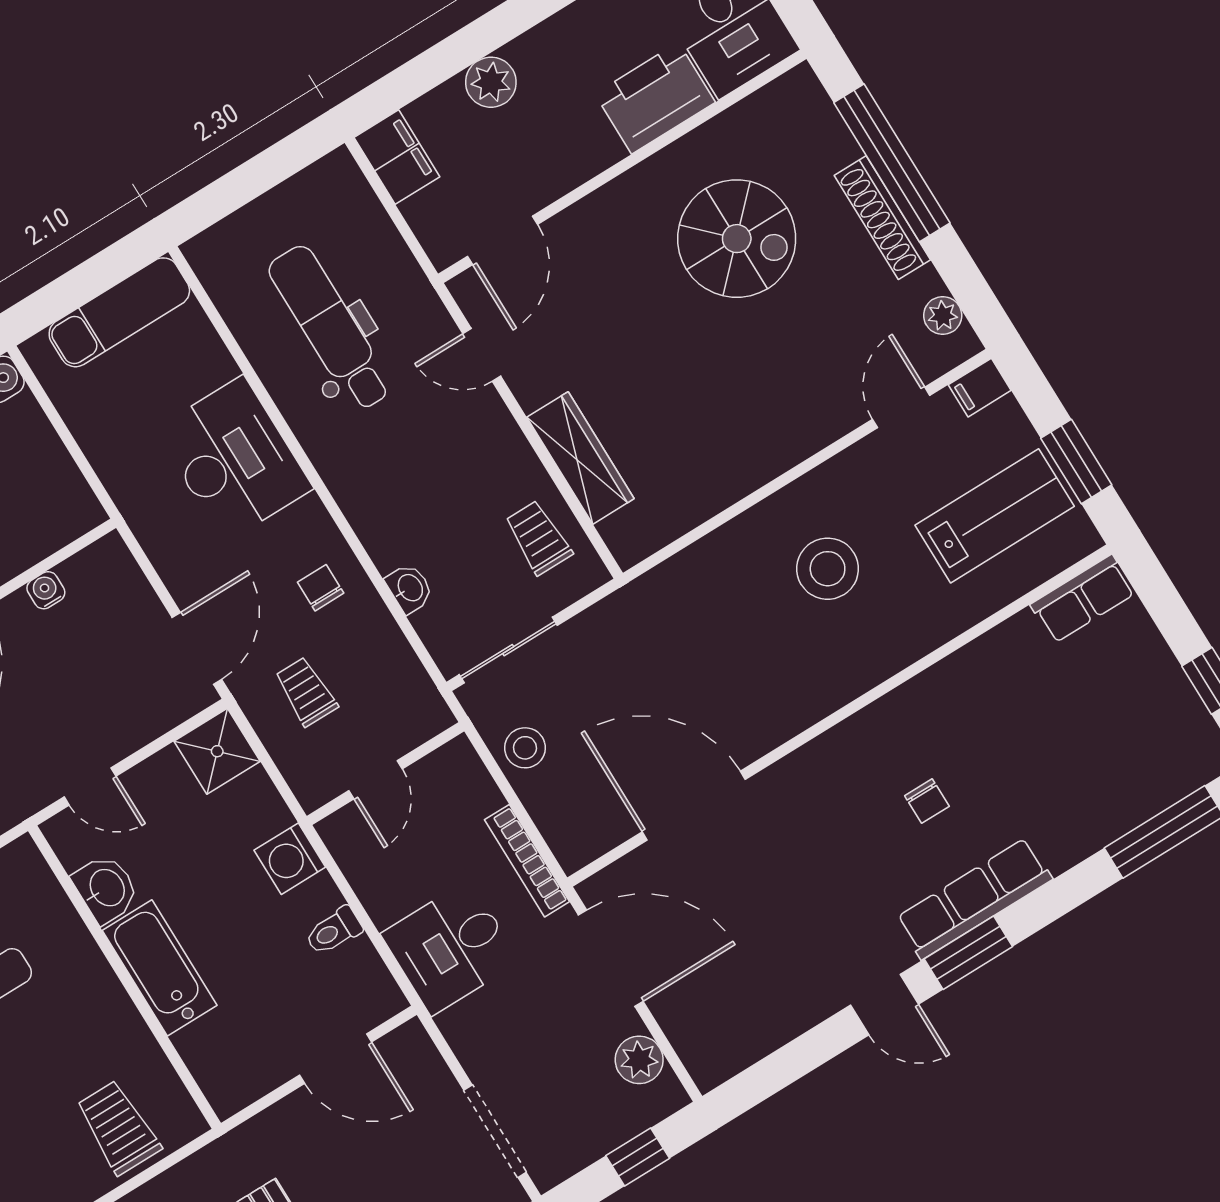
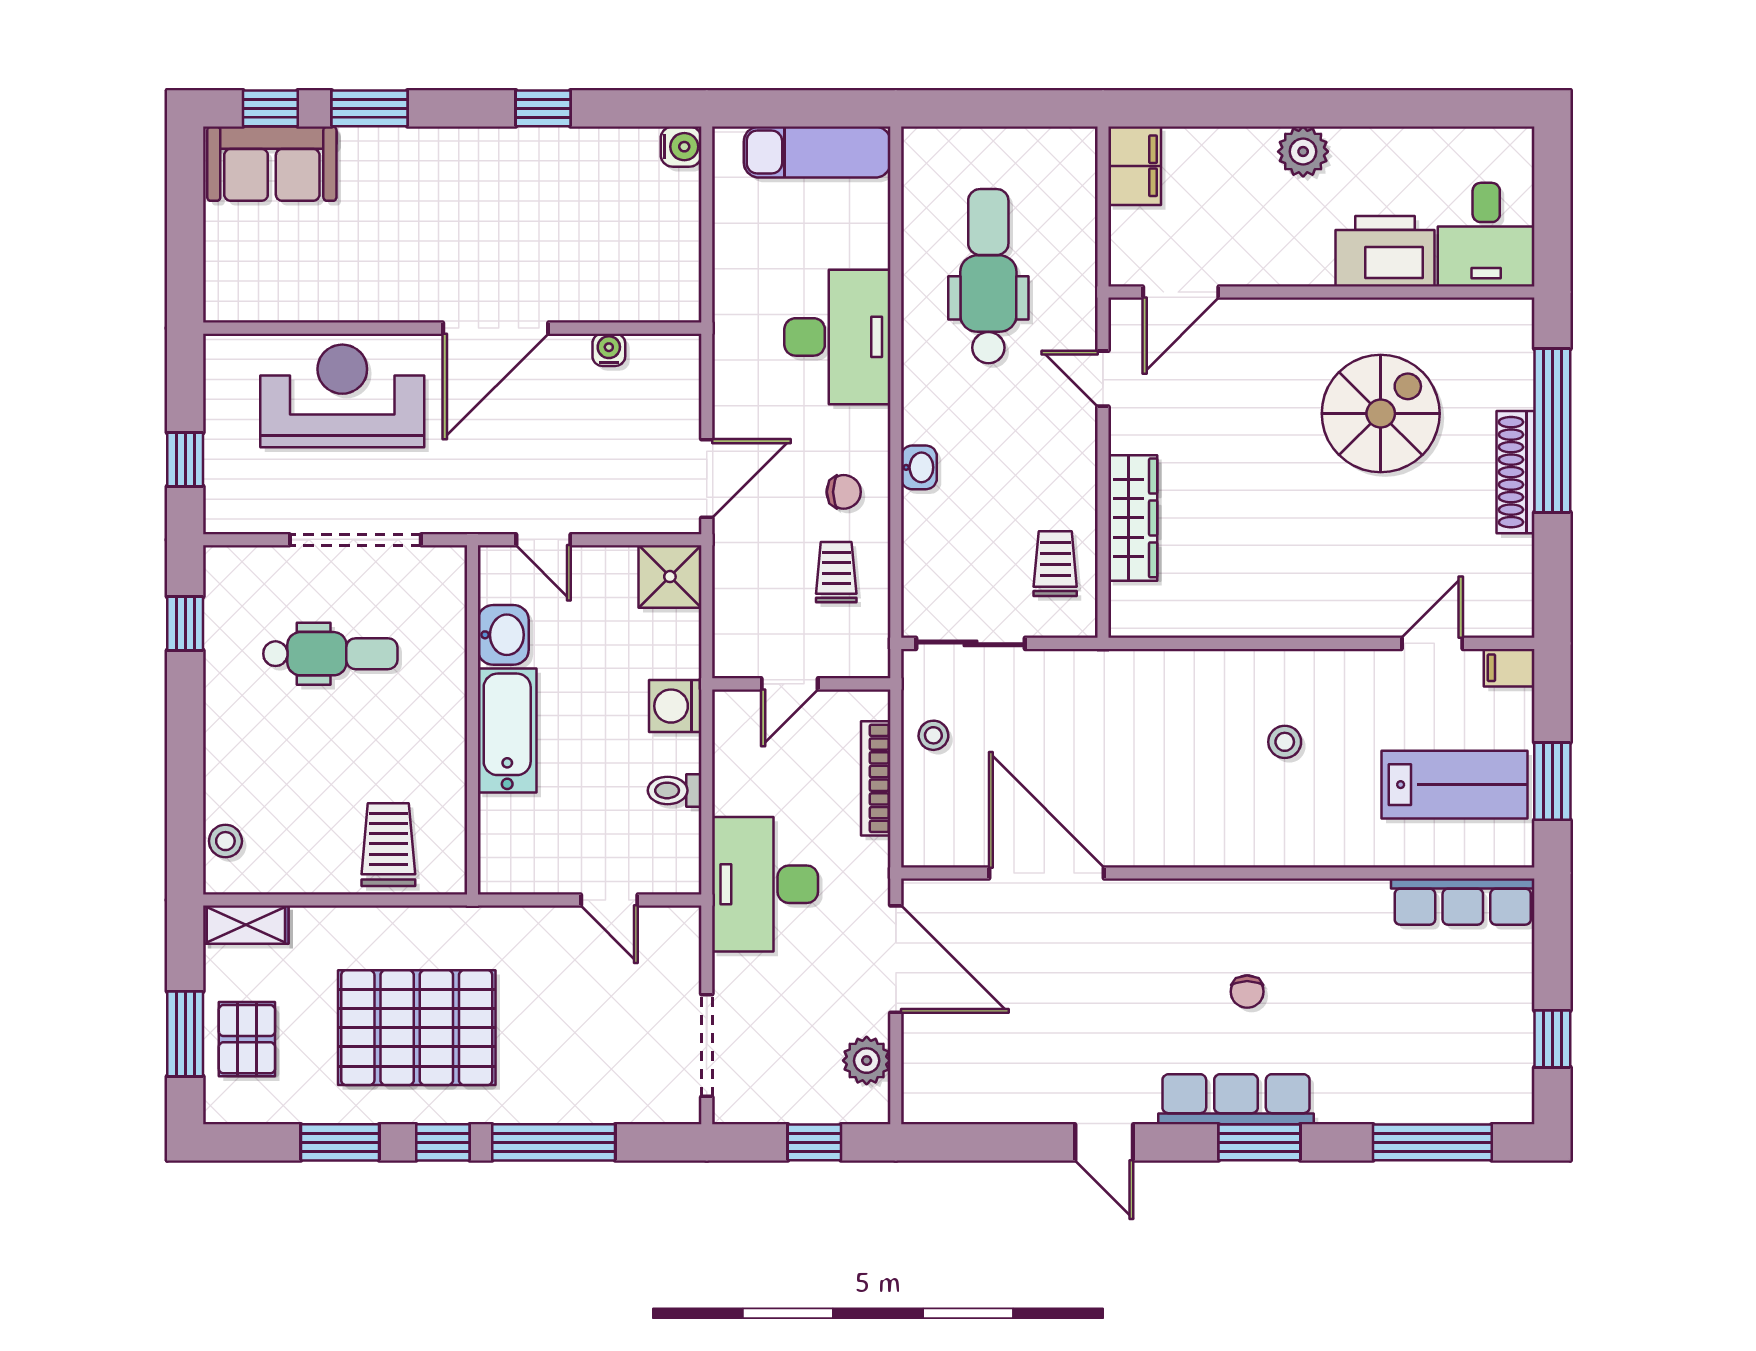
plant: (491, 82) -> (1303, 152), moved
spiral stairs: (737, 239) -> (1381, 414), turned -90
plant: (943, 316) -> (1515, 587), removed
stool: (828, 569) -> (1285, 742), width x0.53, depth x0.53
chair: (321, 588) -> (844, 492), turned 90
washbasin: (409, 588) -> (919, 467), moved
row of seats: (1083, 599) -> (1463, 902), width x1.48
trolley: (306, 692) -> (836, 572), moved
stool: (525, 748) -> (933, 735), width x0.73, depth x0.73
bookcase: (527, 861) -> (876, 778), moved
desk: (450, 948) -> (765, 884), width x1.37
window: (968, 953) -> (1259, 1142), moved
door: (336, 1059) -> (609, 900), width x0.73

